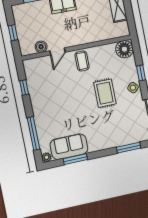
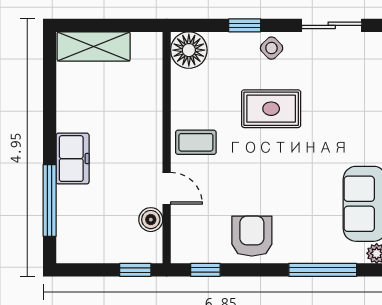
window: (13, 33) -> (135, 270), moved
window: (24, 88) -> (205, 270), moved
armchair: (43, 96) -> (252, 236), added

